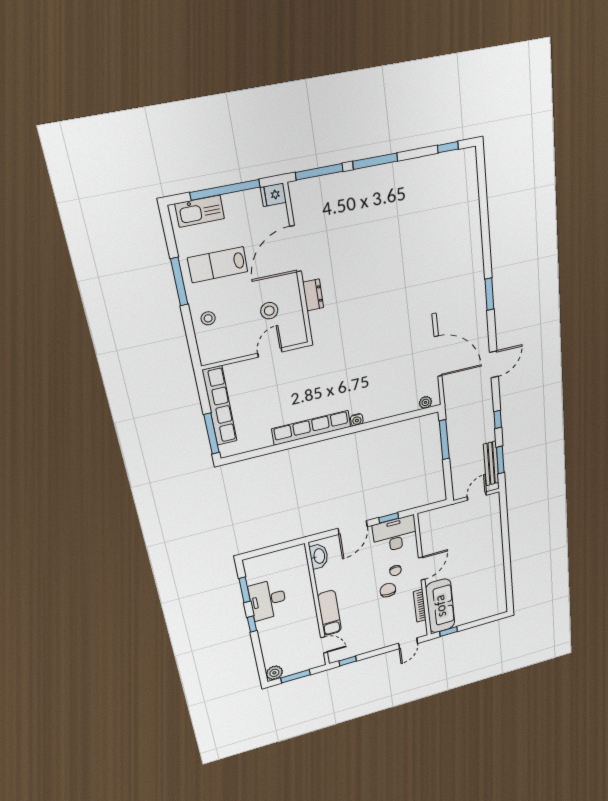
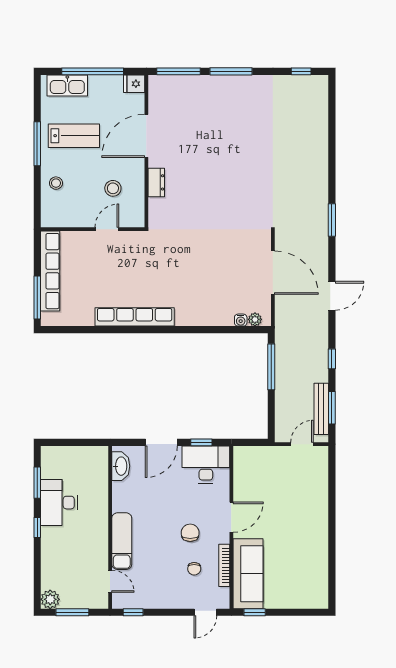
lab bench: (218, 265) -> (74, 136), turned 180
water cooler: (357, 420) -> (241, 320), moved
chair: (395, 571) -> (194, 569), moved

